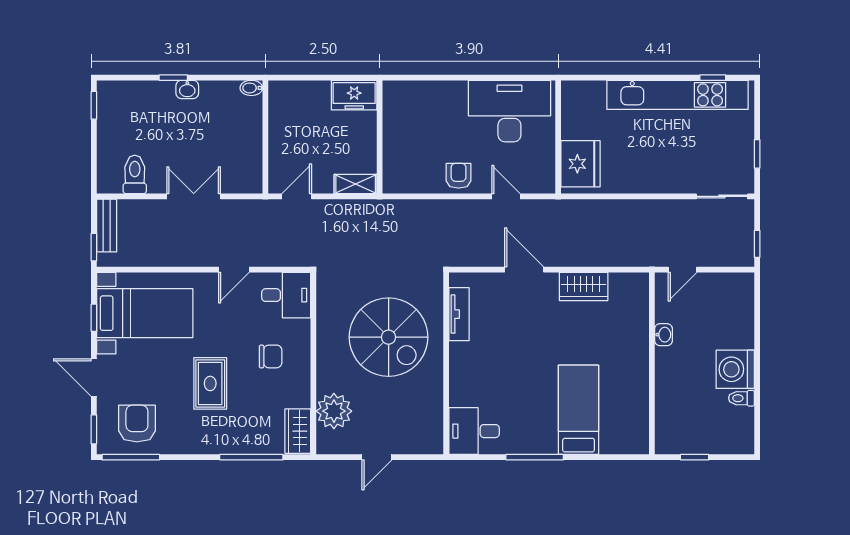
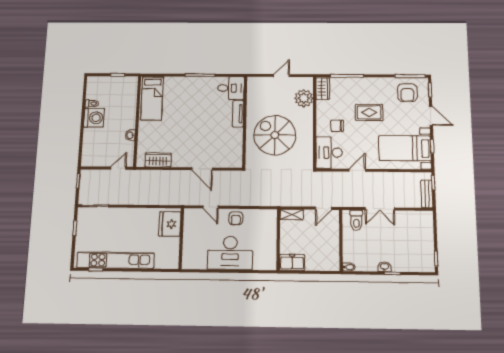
desk: (509, 111) -> (230, 253), moved
toilet: (135, 174) -> (356, 220), moved
wardrobe: (584, 286) -> (158, 160), moved
desk: (286, 295) -> (329, 153), width x1.37
tv unit: (459, 314) -> (238, 114), moved
rug: (210, 383) -> (369, 112), turned 90
bed: (579, 410) -> (152, 98), moved

